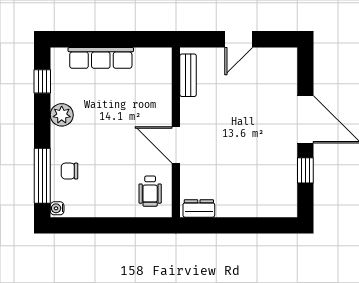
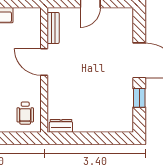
door: (176, 145) -> (44, 62), moved

